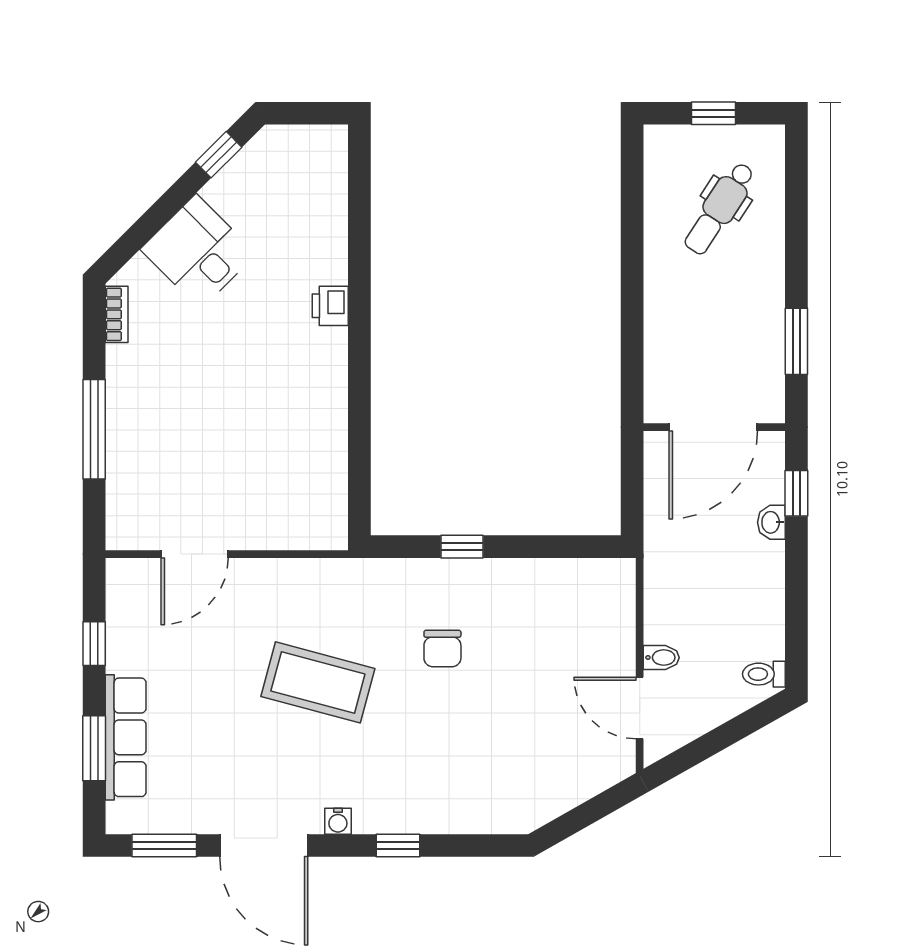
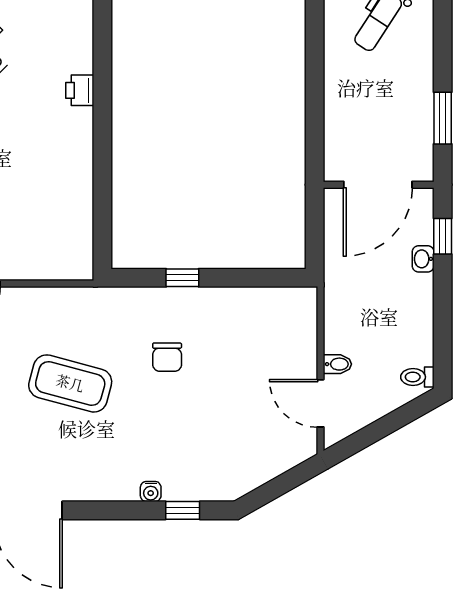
water cooler: (338, 821) -> (151, 491), moved
window: (398, 845) -> (183, 510), moved

